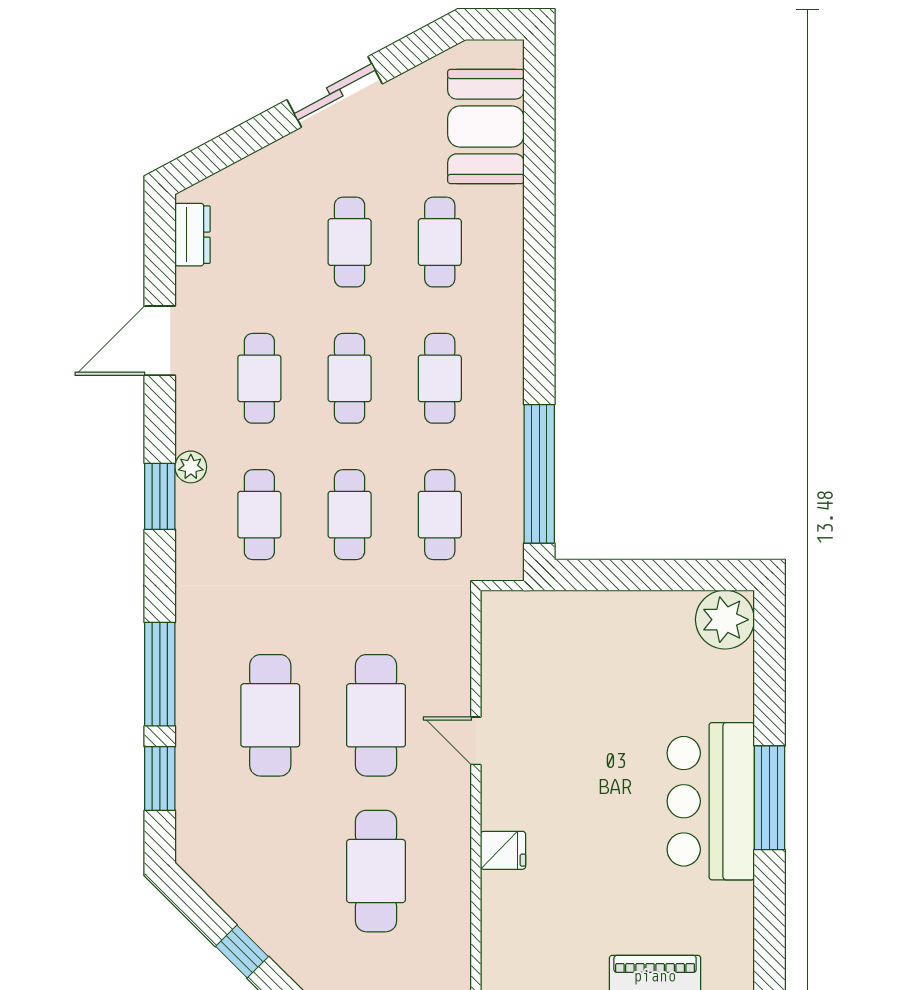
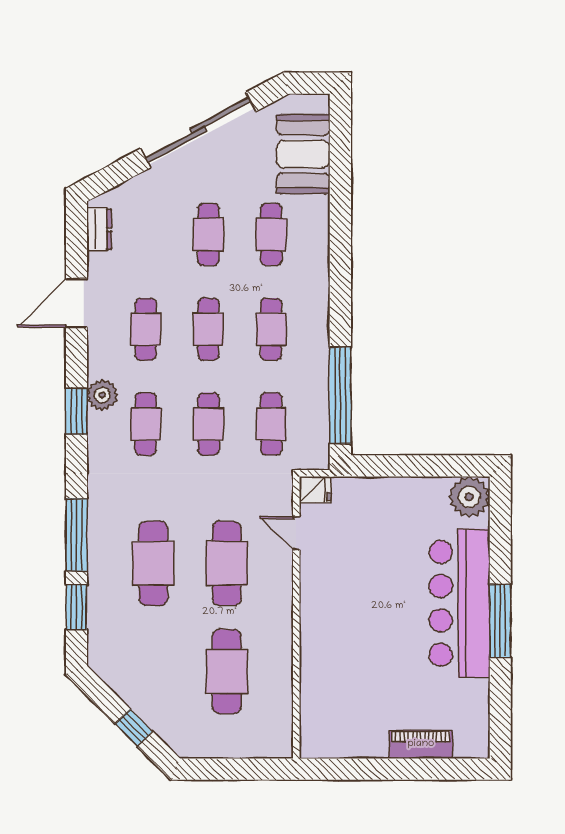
sliding door: (335, 92) -> (198, 130), width x1.86
plant: (191, 467) -> (102, 395), width x1.38, depth x1.38
door: (476, 741) -> (296, 533), moved
bar counter: (711, 801) -> (459, 603), width x1.36
fridge: (503, 850) -> (315, 490), moved

